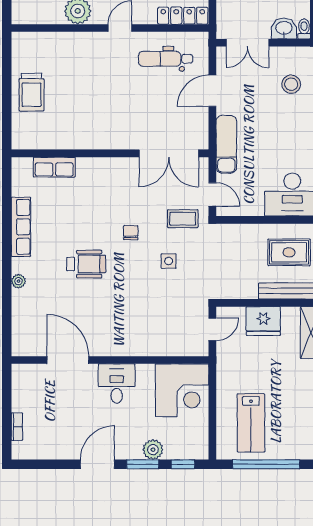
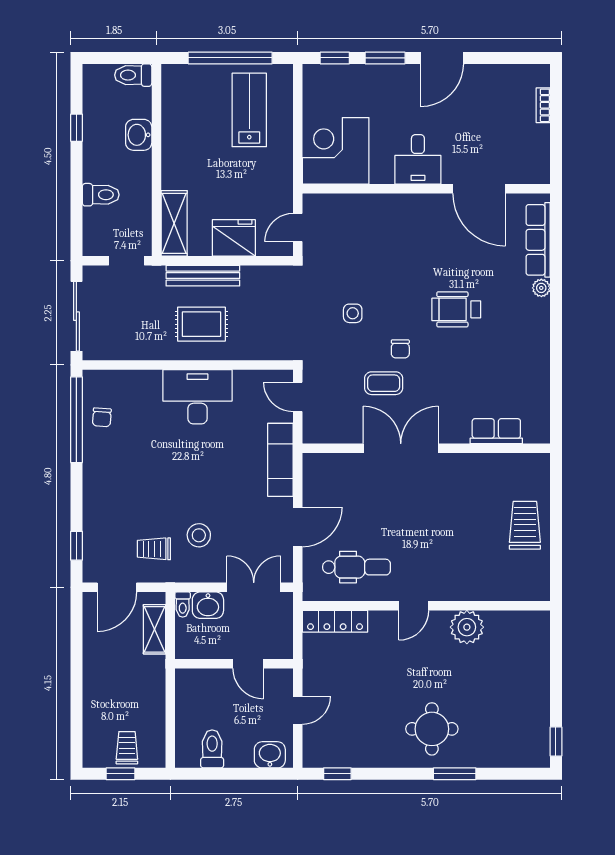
double door: (169, 153) -> (401, 448), moved
coffee table: (183, 219) -> (384, 383), moved
row of seats: (21, 227) -> (538, 240), moved
plant: (153, 450) -> (372, 76), removed

